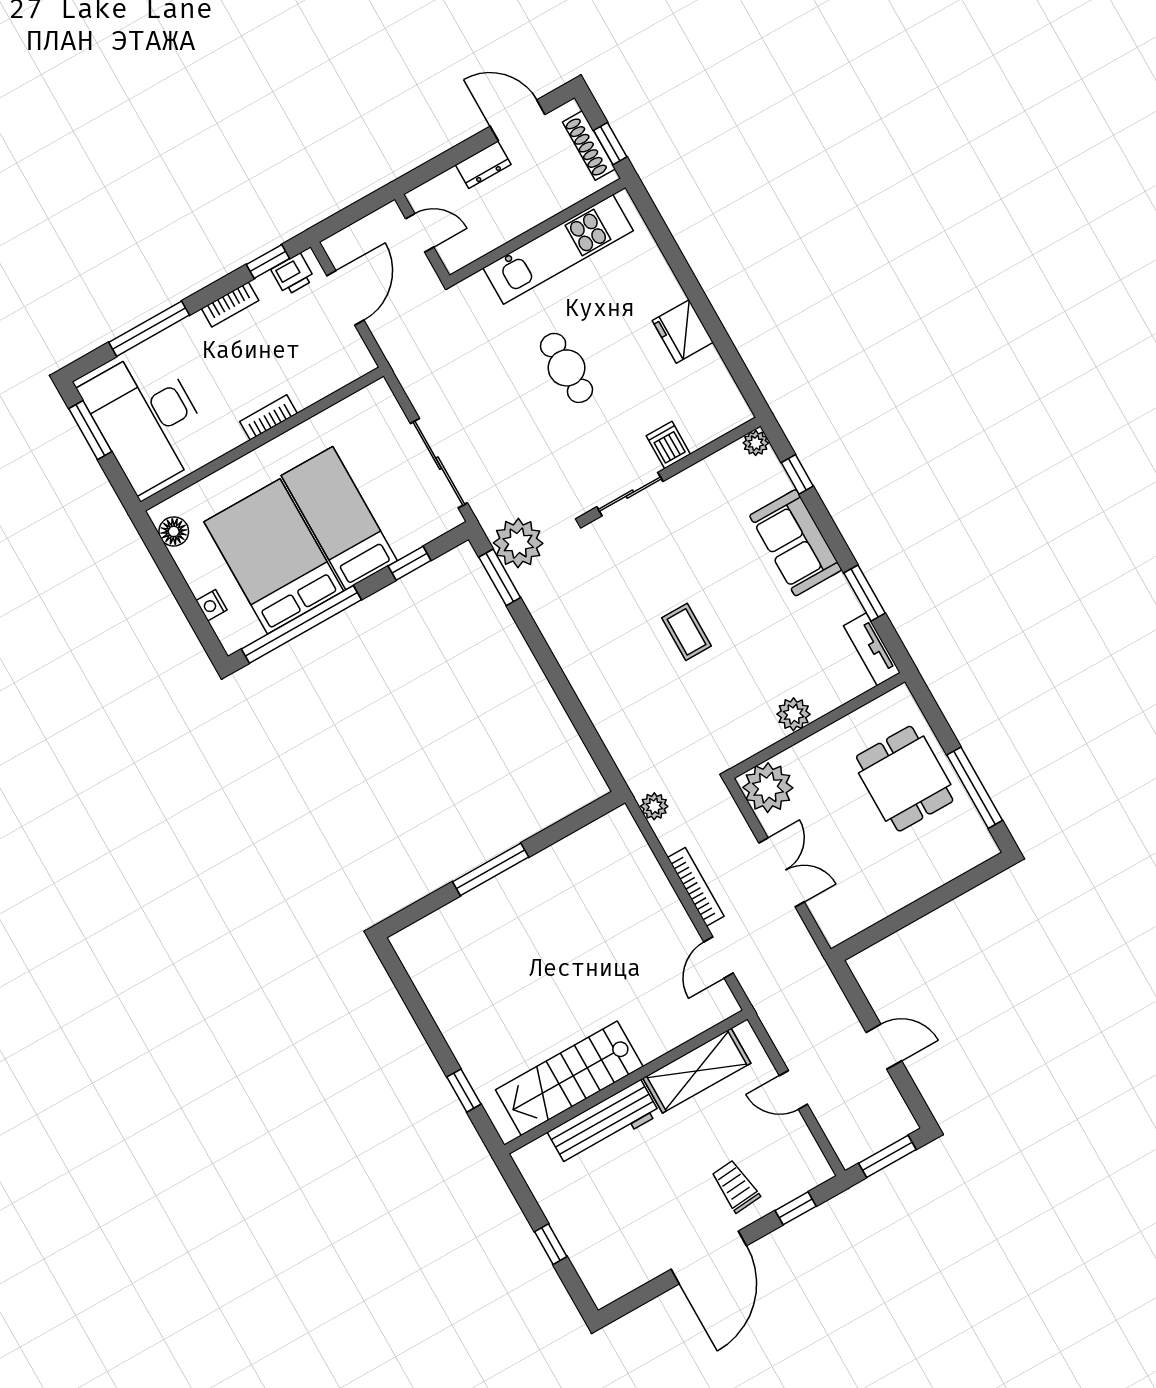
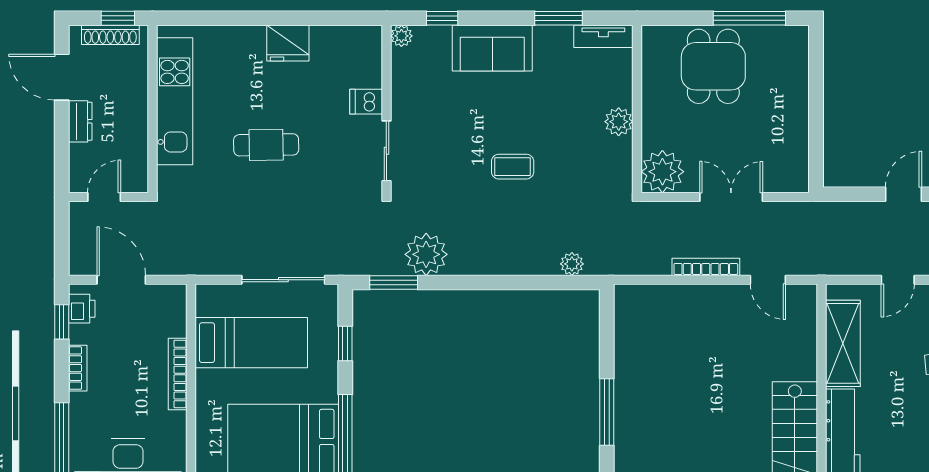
door: (518, 120) -> (62, 77), hinge flipped
bookcase: (269, 417) -> (178, 374), width x1.56
bed: (339, 518) -> (251, 343), moved, turned 180
plant: (518, 543) -> (426, 254), moved
dining table: (905, 779) -> (713, 66), turned 90
plant: (654, 806) -> (572, 264), moved

